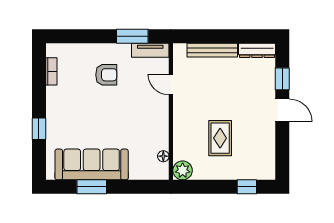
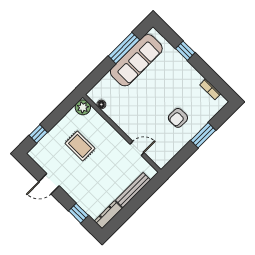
window: (132, 36) -> (203, 135), moved
tv unit: (150, 50) -> (167, 156), removed
door: (282, 110) -> (49, 184), moved
window: (92, 187) -> (124, 48), width x1.44

